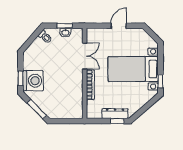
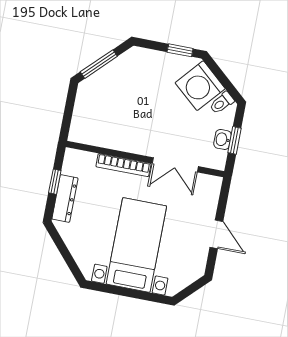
window: (20, 78) -> (180, 50), moved
washing machine: (33, 81) -> (200, 86), moved, turned 41
window: (160, 81) -> (106, 288), removed
window: (117, 121) -> (55, 182), moved

